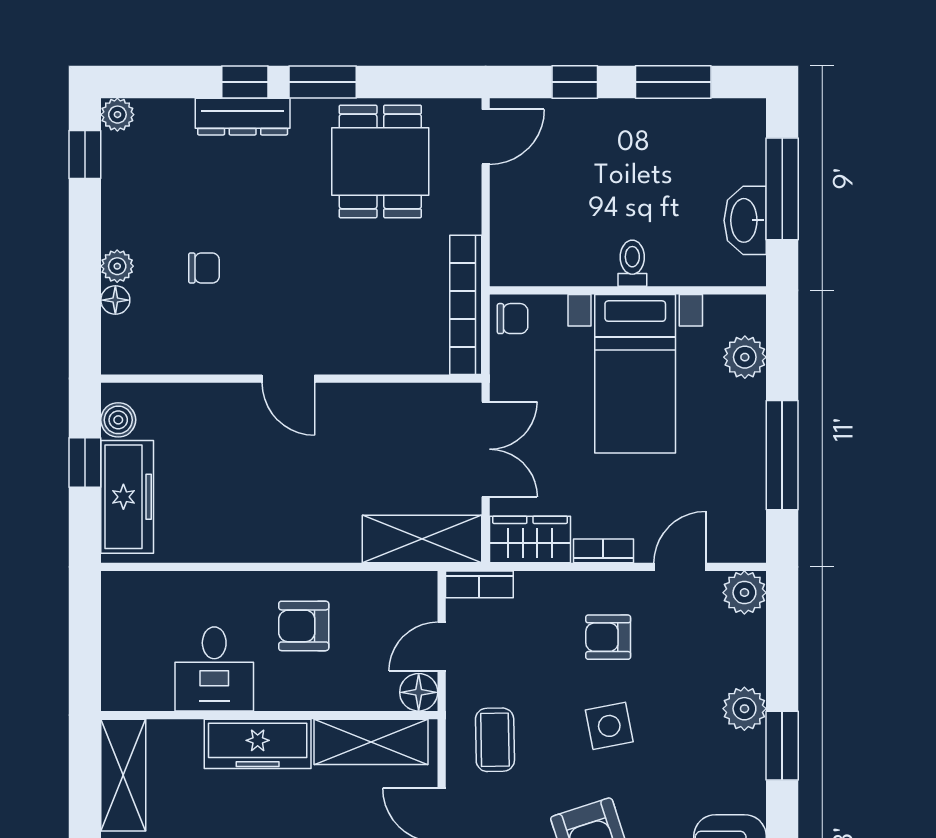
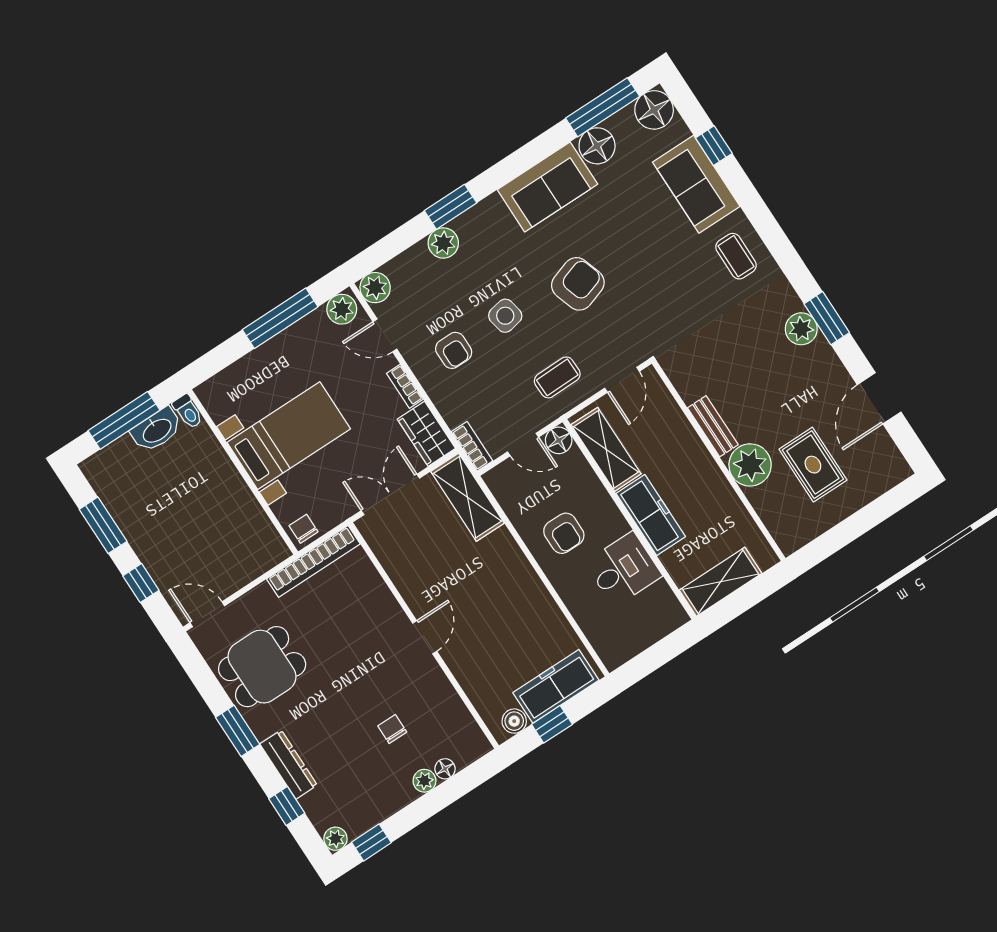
window: (245, 82) -> (287, 806), moved
toilet: (632, 263) -> (188, 411), moved, turned -90
plant: (745, 357) -> (342, 309), moved

